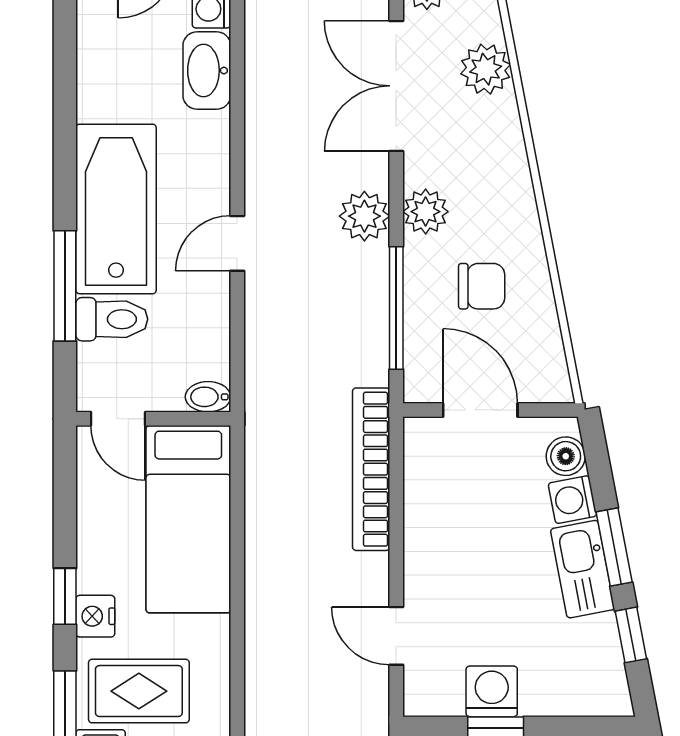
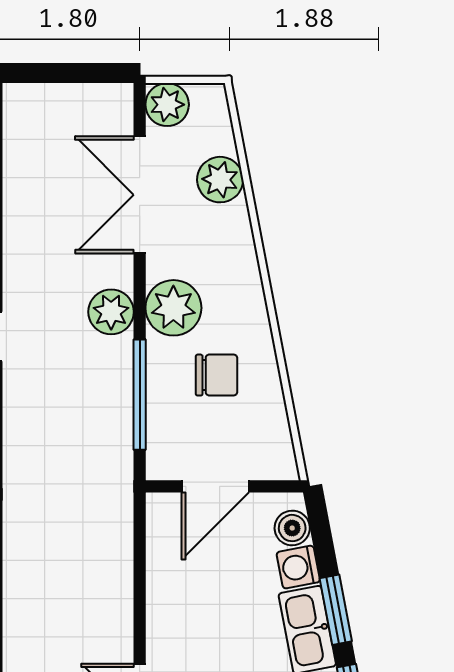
plant: (426, 212) -> (173, 308), width x1.36, depth x1.36
door: (480, 410) -> (215, 486), swing flipped
bookcase: (371, 469) -> (117, 540), removed

